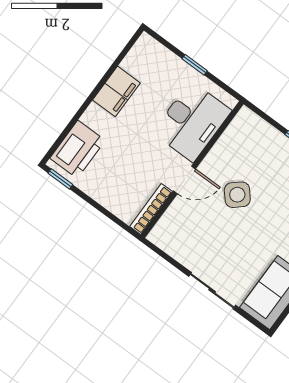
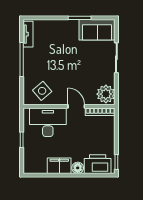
floor lamp: (94, 116) -> (78, 168), added
side table: (237, 195) -> (42, 91), moved
plant: (171, 236) -> (106, 94), added

